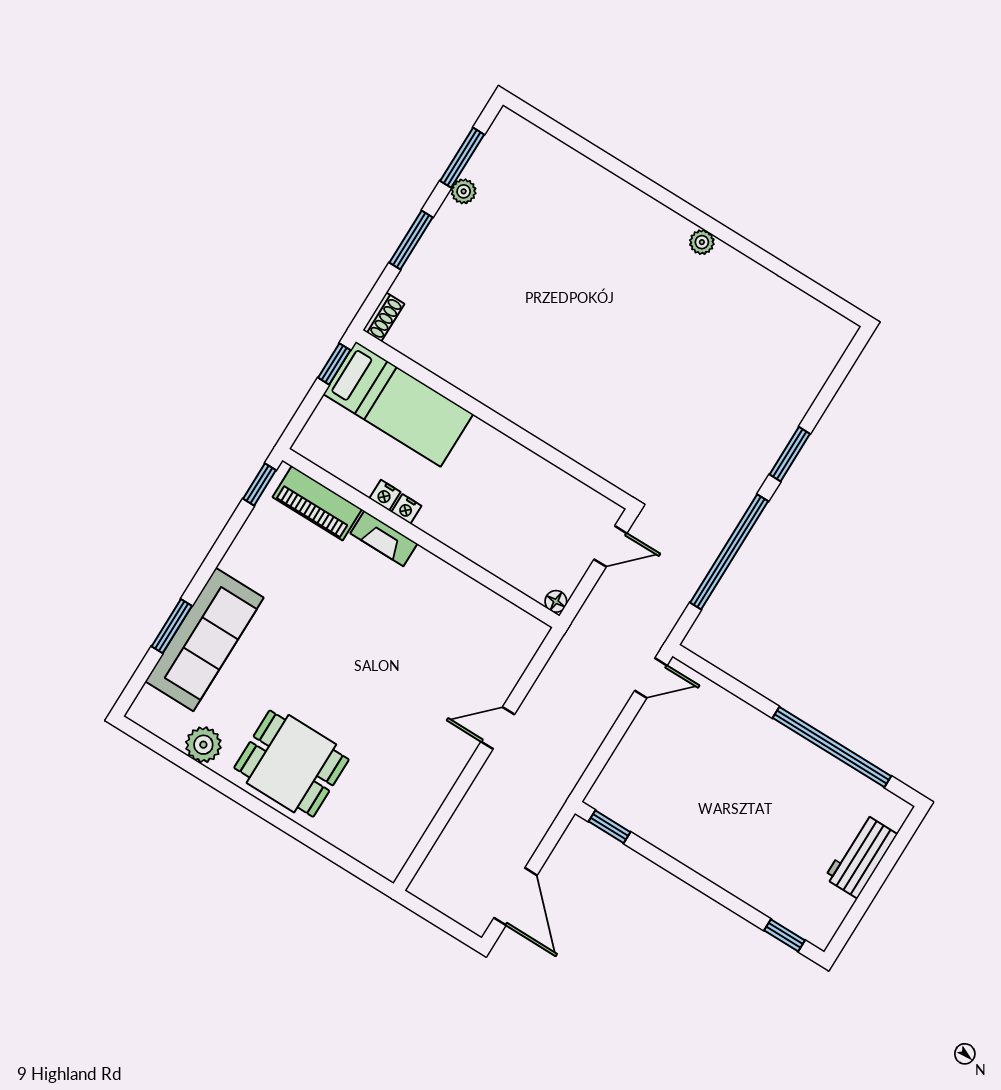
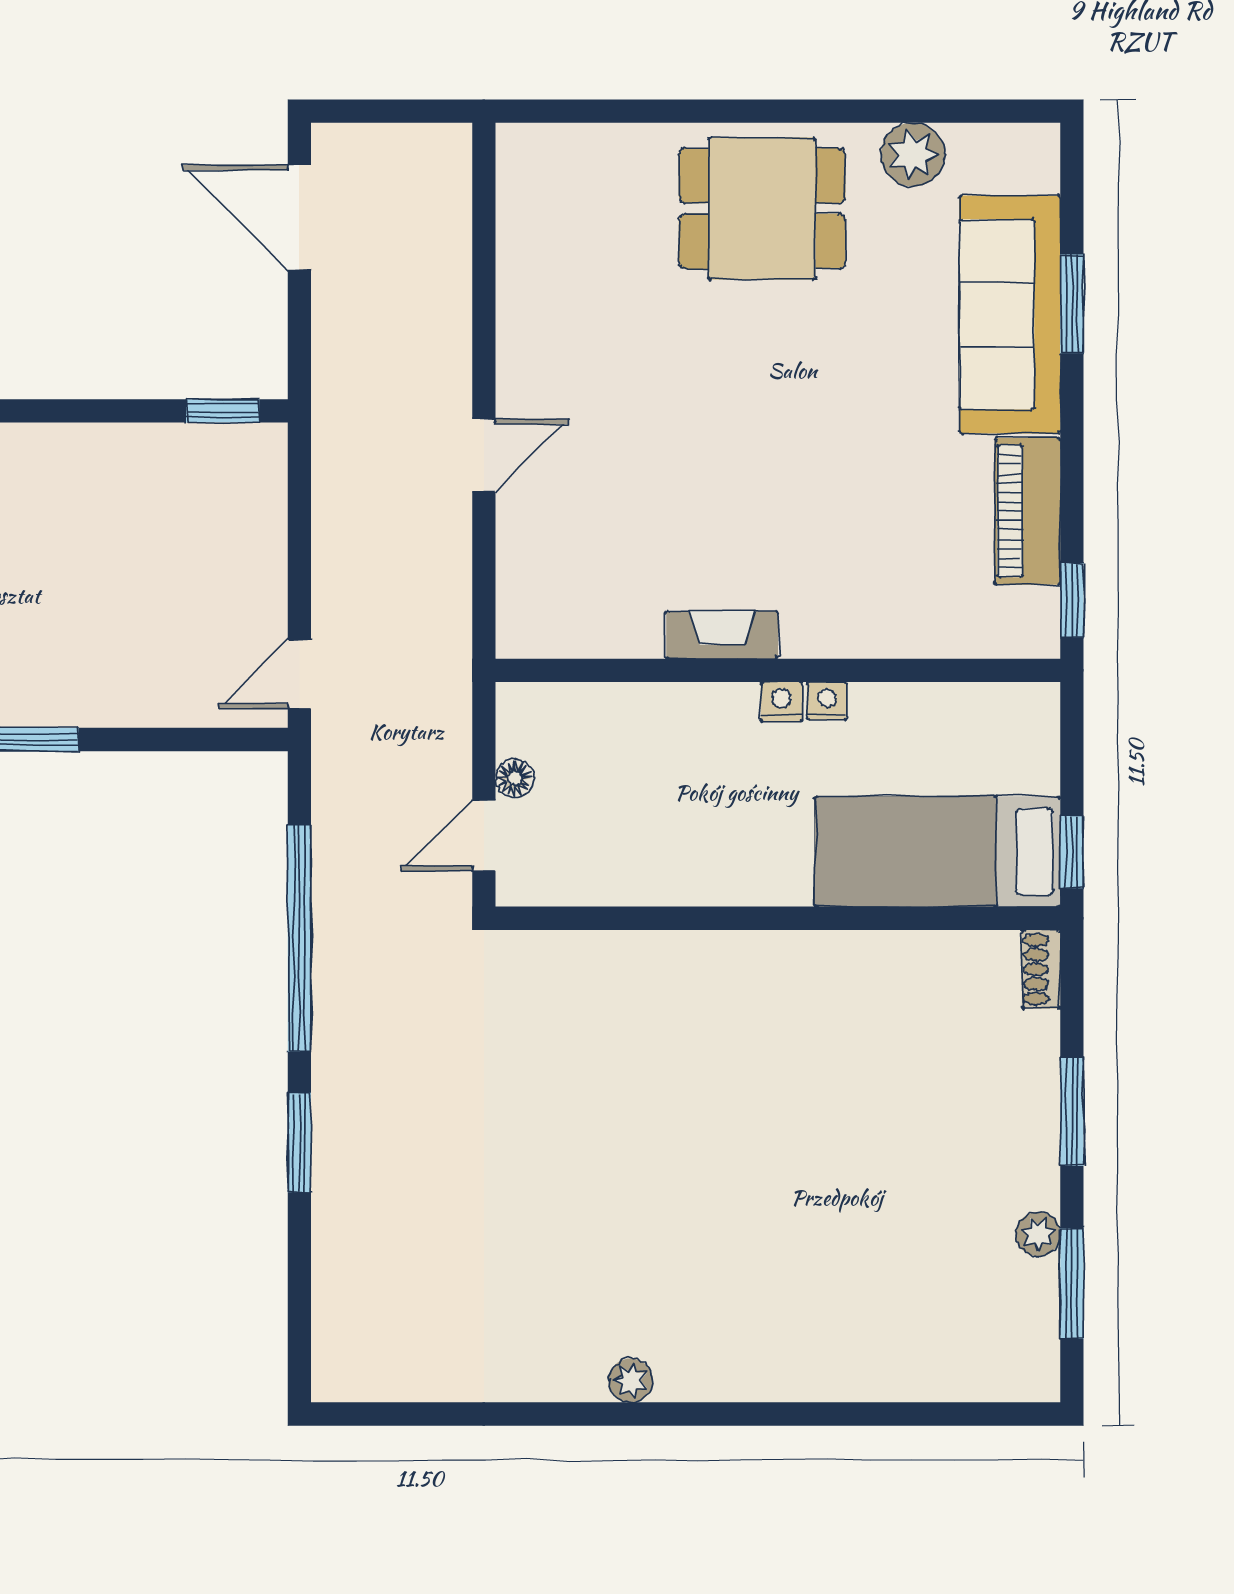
nightstand: (385, 495) -> (782, 701), moved
piano: (317, 503) -> (1028, 511), moved, turned -90
fireplace: (384, 539) -> (722, 635), moved
floor lamp: (556, 601) -> (515, 778), moved

